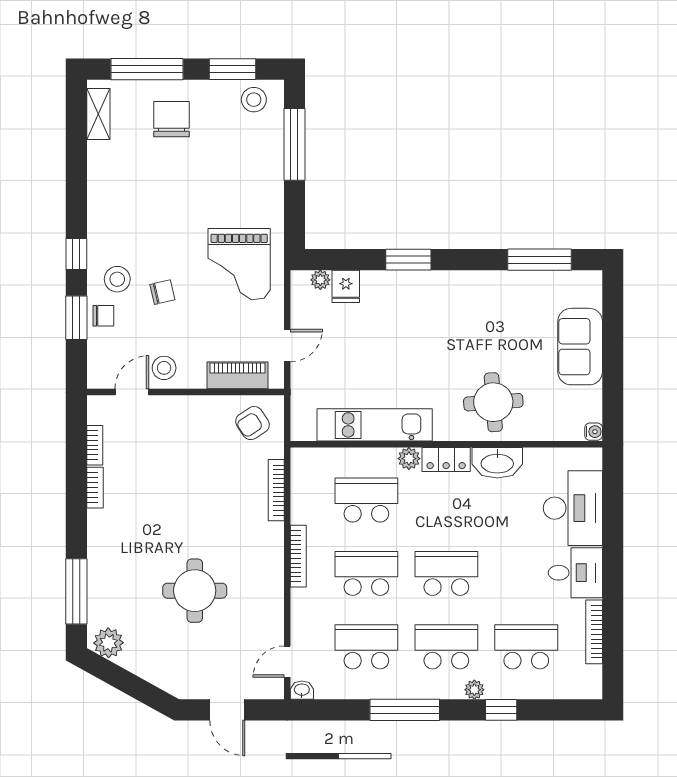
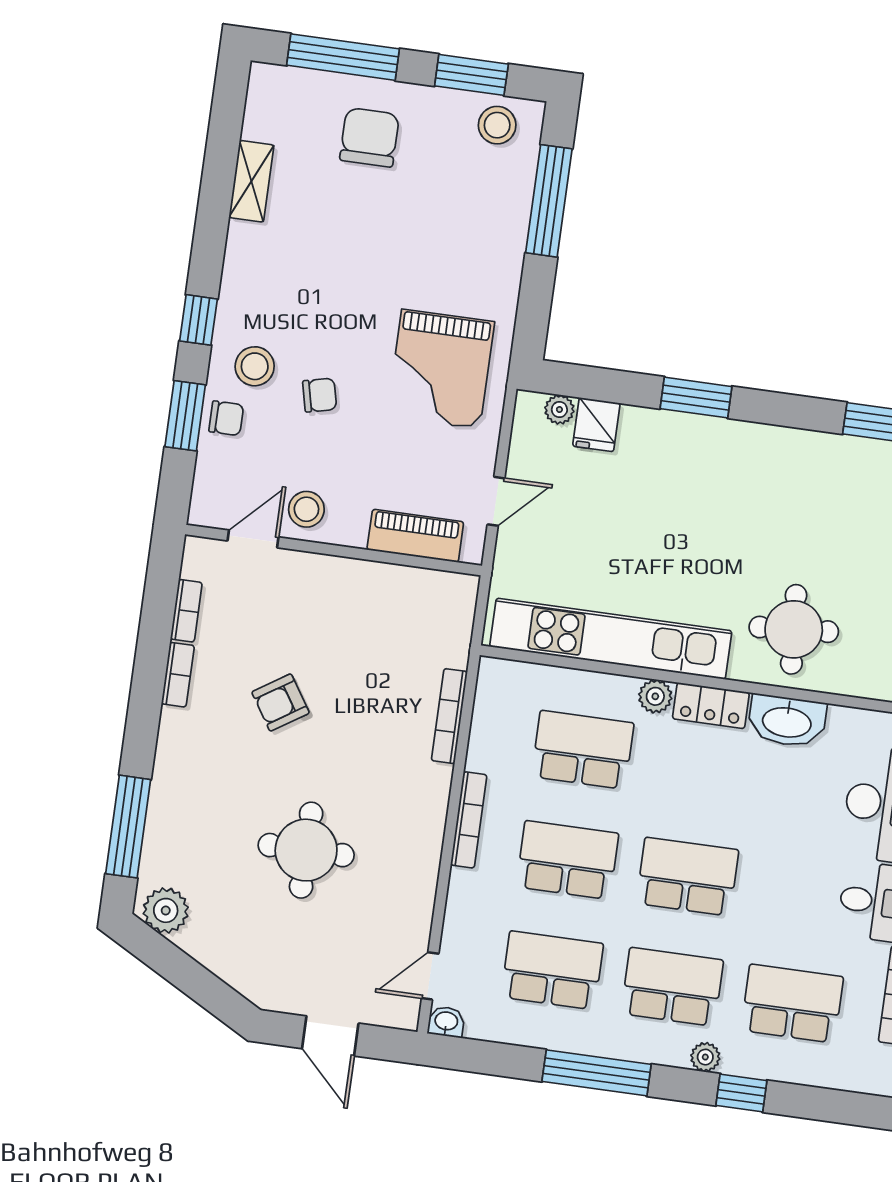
shelving: (98, 114) -> (251, 181), moved
armchair: (253, 423) -> (281, 703), moved
kitchen unit: (375, 425) -> (611, 639), width x1.36

